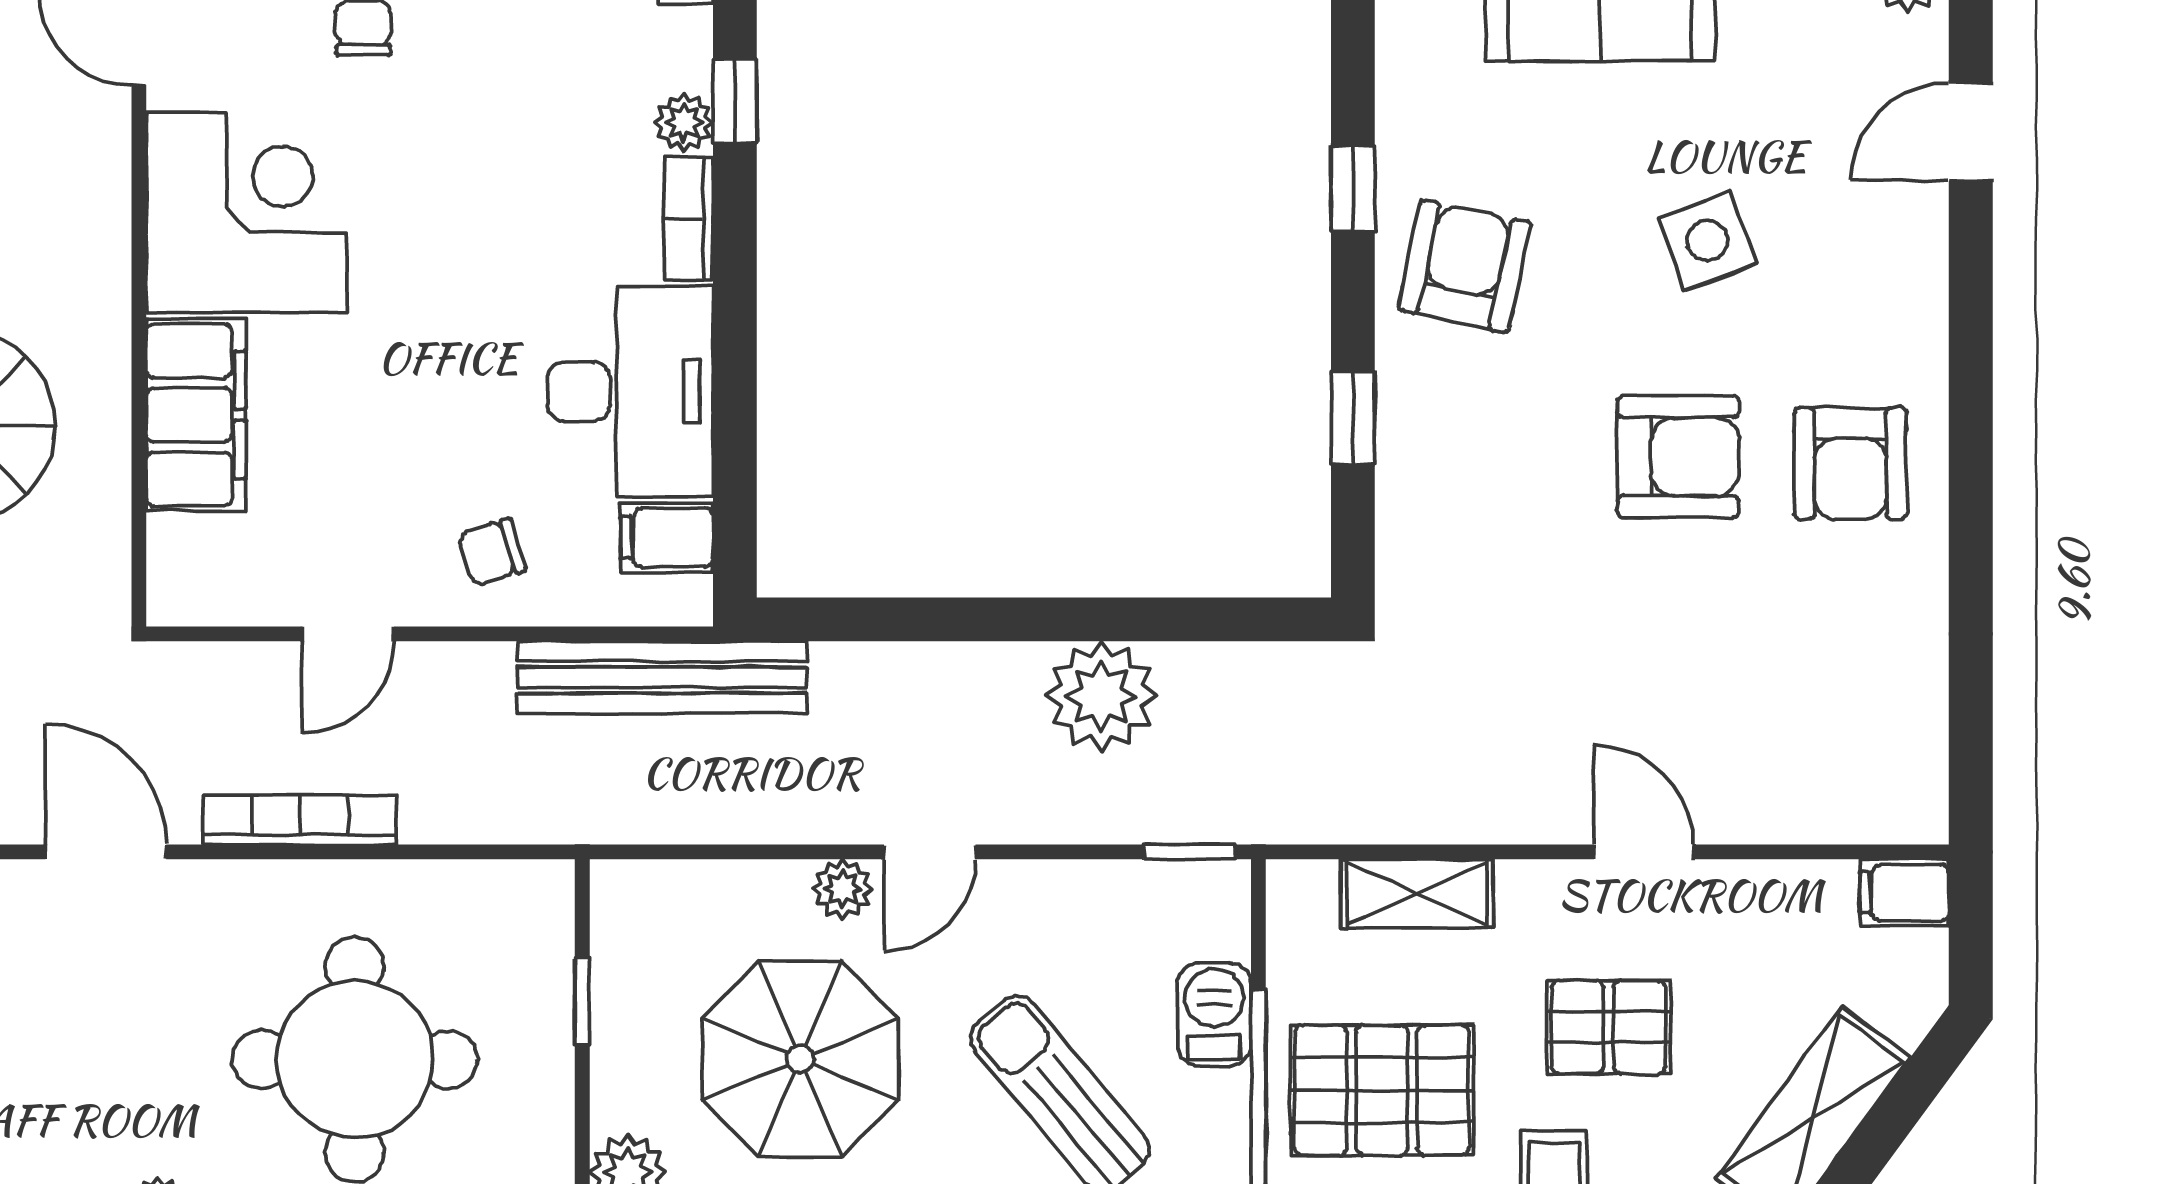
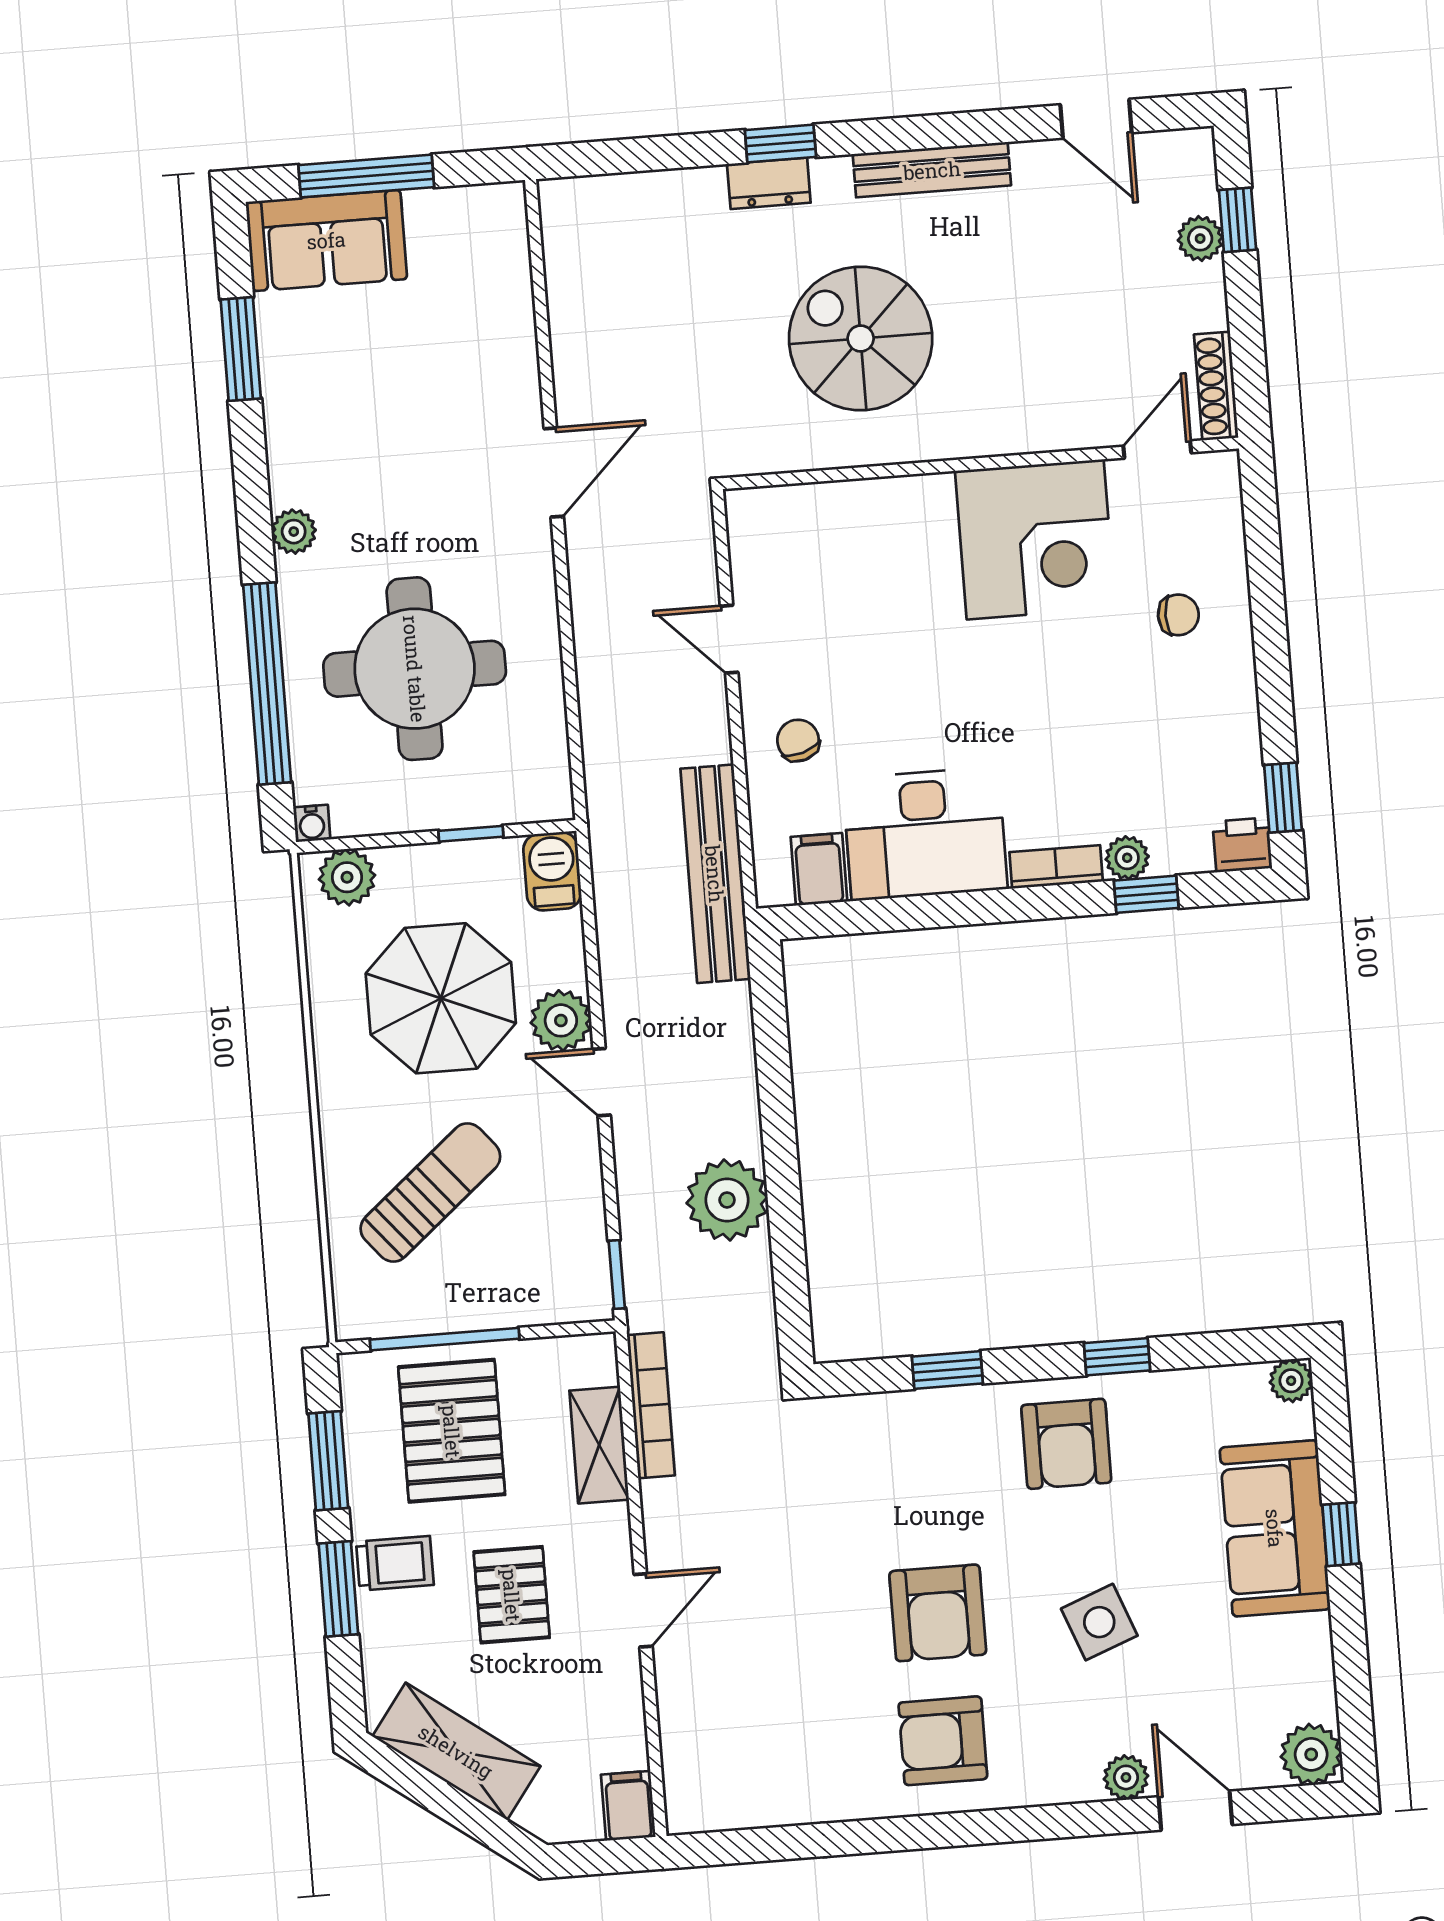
plant: (1919, 221) -> (1126, 1777), added
armchair: (1465, 266) -> (1066, 1444), turned 78
filing cabinet: (196, 415) -> (882, 514), removed
bookcase: (300, 820) -> (651, 1405), moved
plant: (843, 889) -> (561, 1020), width x1.38, depth x1.38
barbecue: (1214, 1014) -> (552, 871), moved, turned -90

